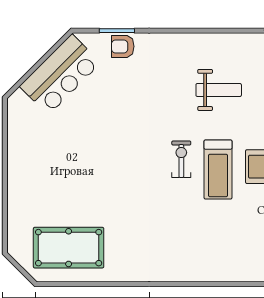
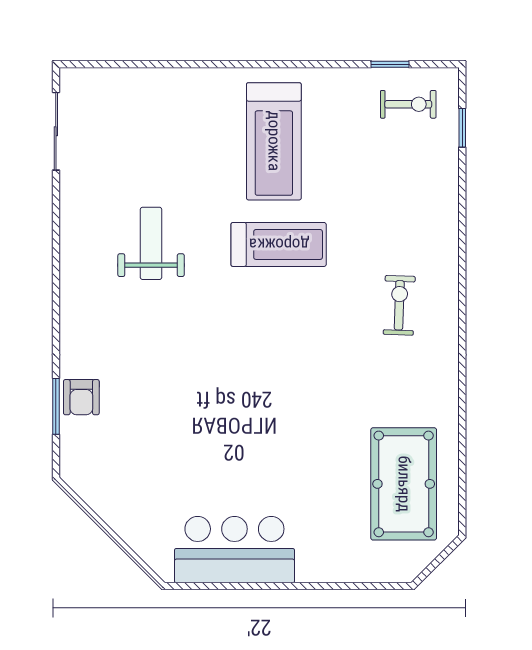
bar counter: (60, 74) -> (234, 550), moved, turned -45
exercise bike: (181, 159) -> (399, 305), moved, turned 92

